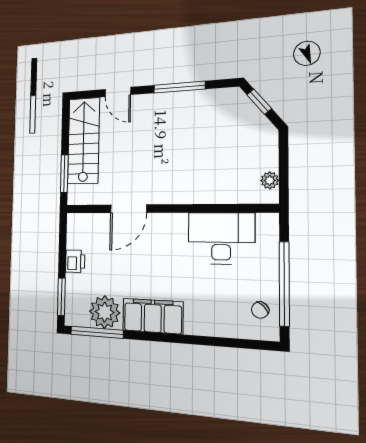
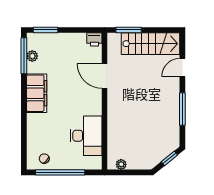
printer: (75, 261) -> (94, 39), moved
plant: (105, 312) -> (32, 56), width x0.53, depth x0.53

